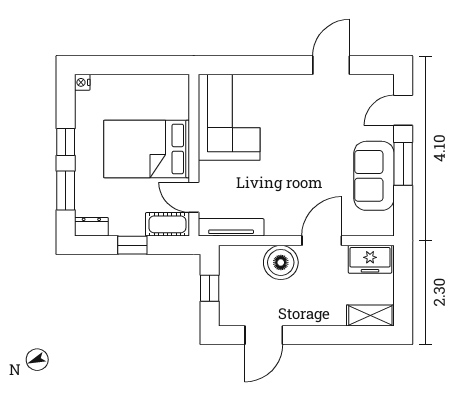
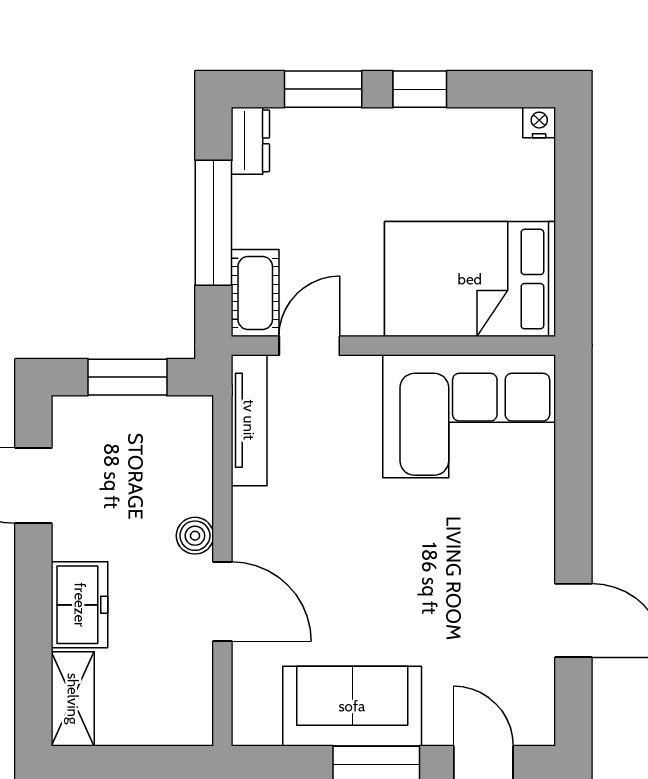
bed: (147, 149) -> (470, 279), moved, turned -90
window: (132, 245) -> (213, 223), width x2.17
freezer: (370, 259) -> (80, 605), moved, turned 180
boiler: (281, 262) -> (195, 536), width x0.54, depth x0.54
window: (210, 288) -> (127, 377), width x1.50

